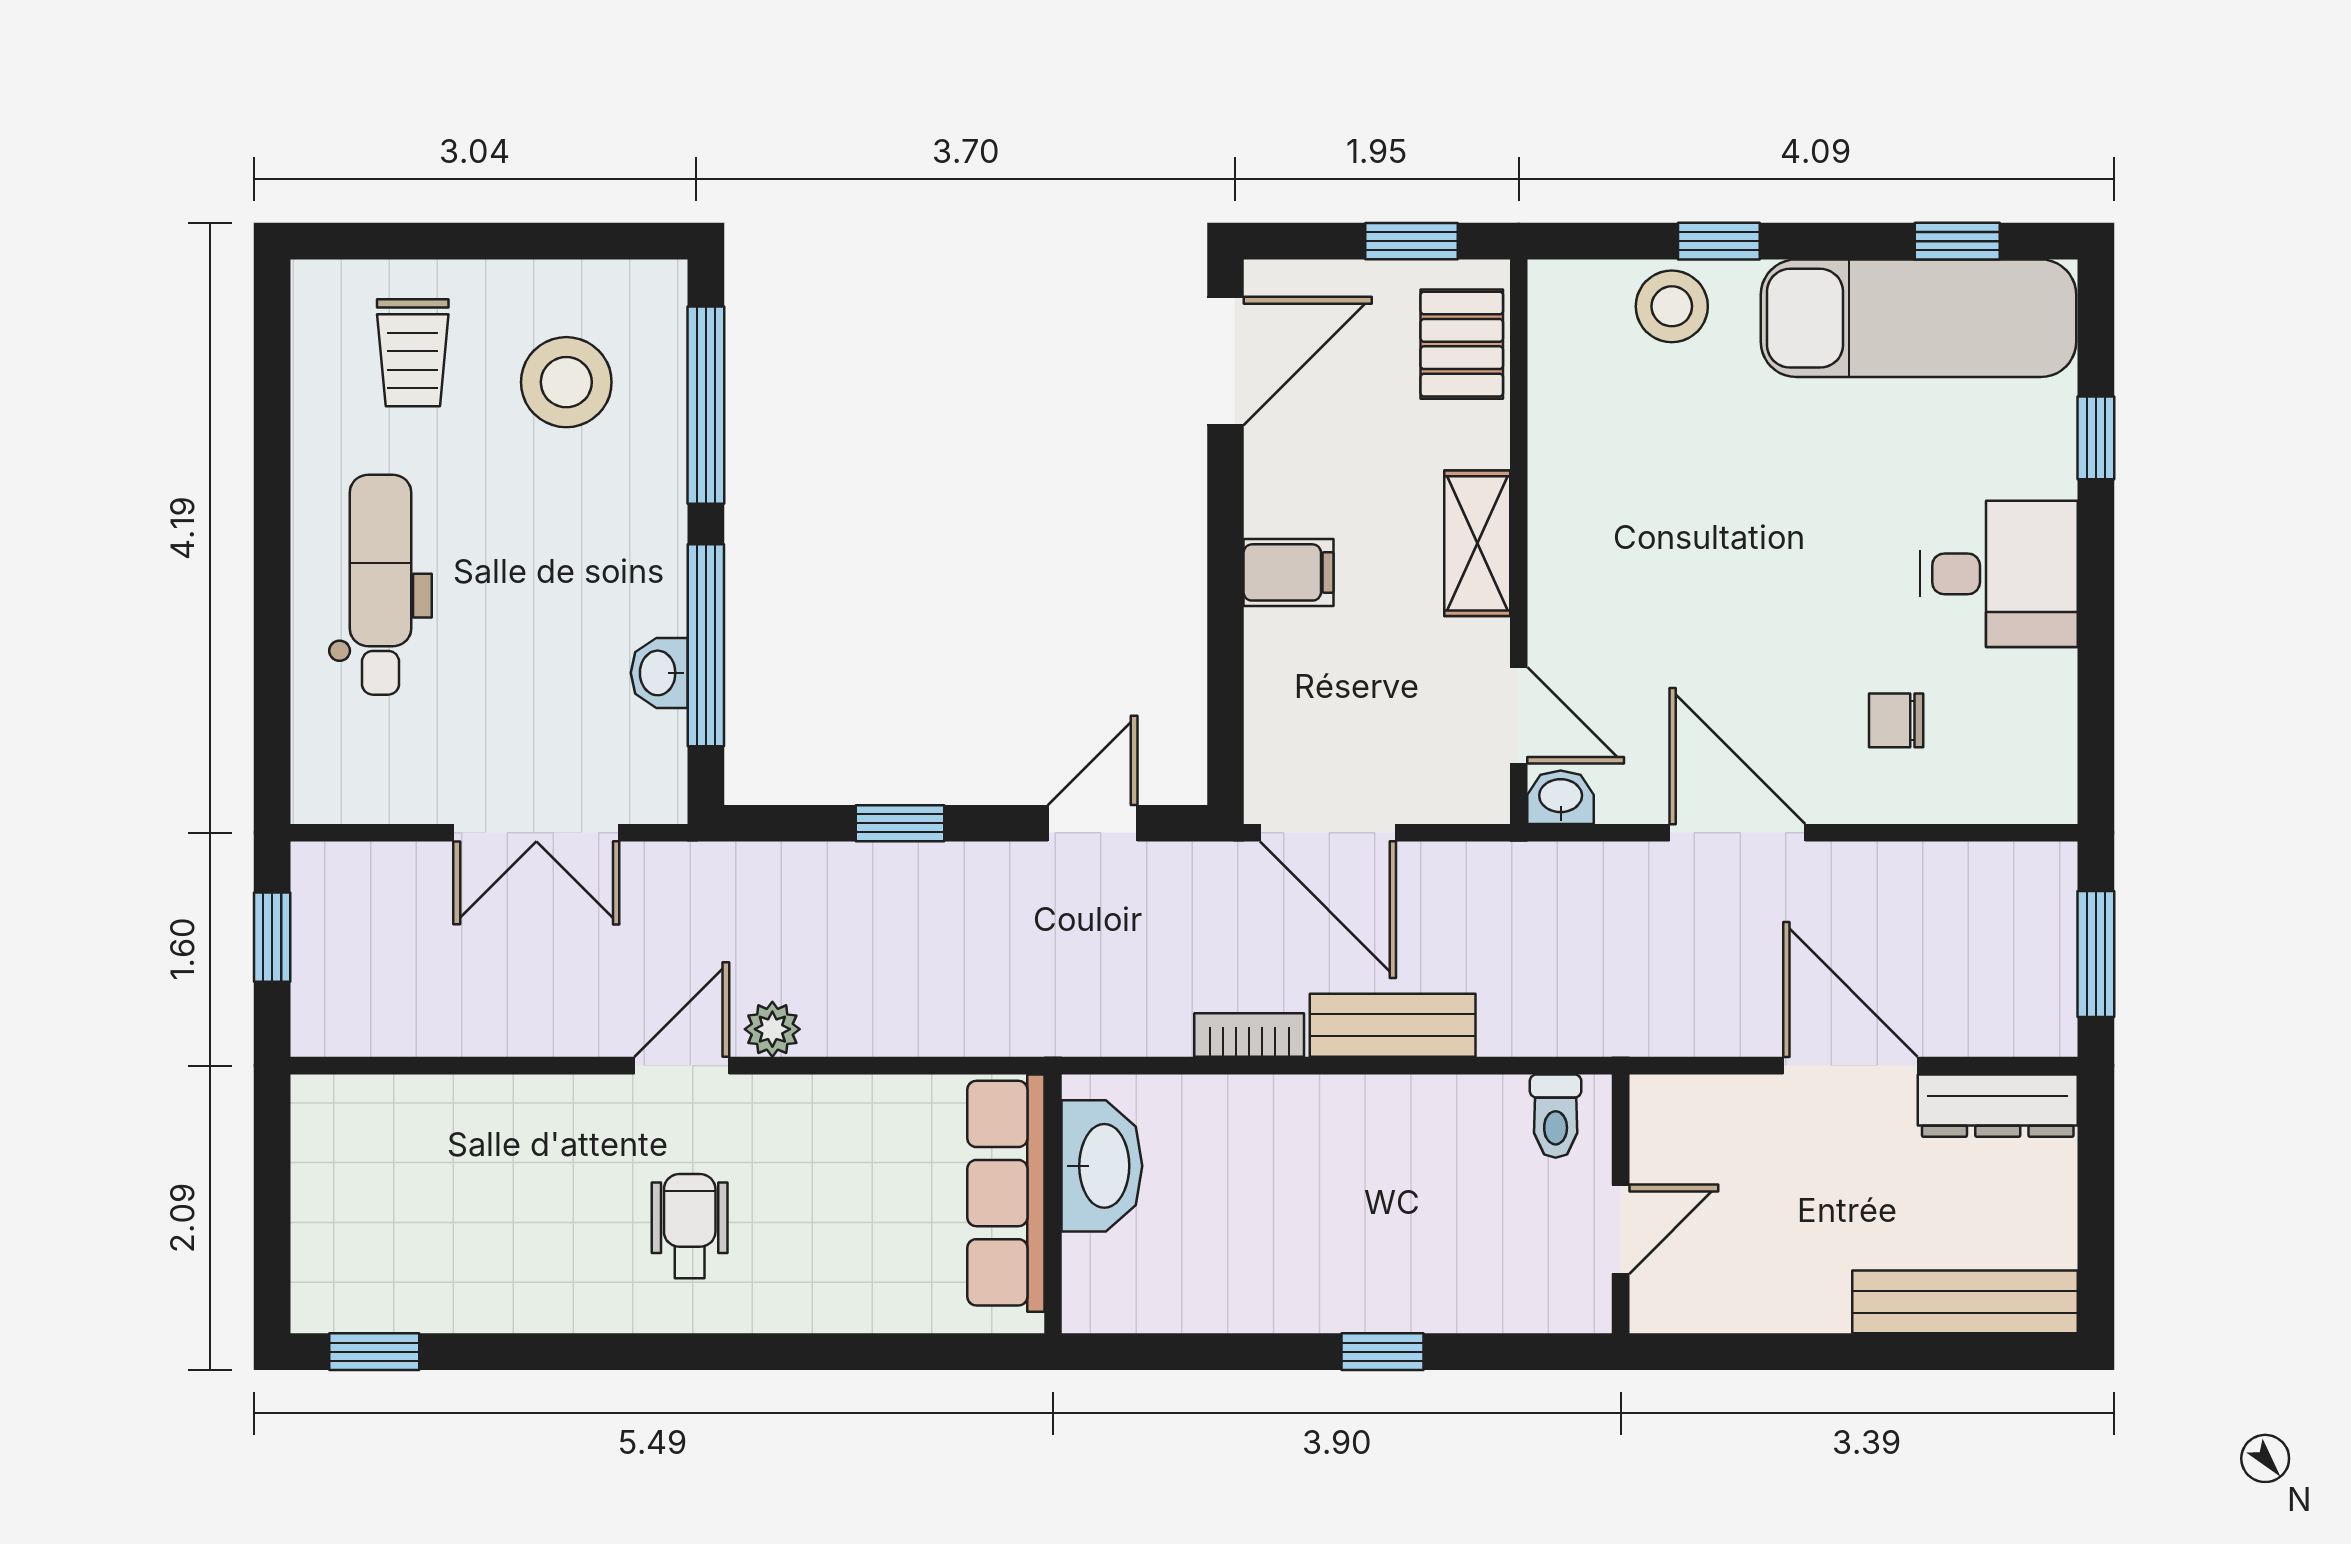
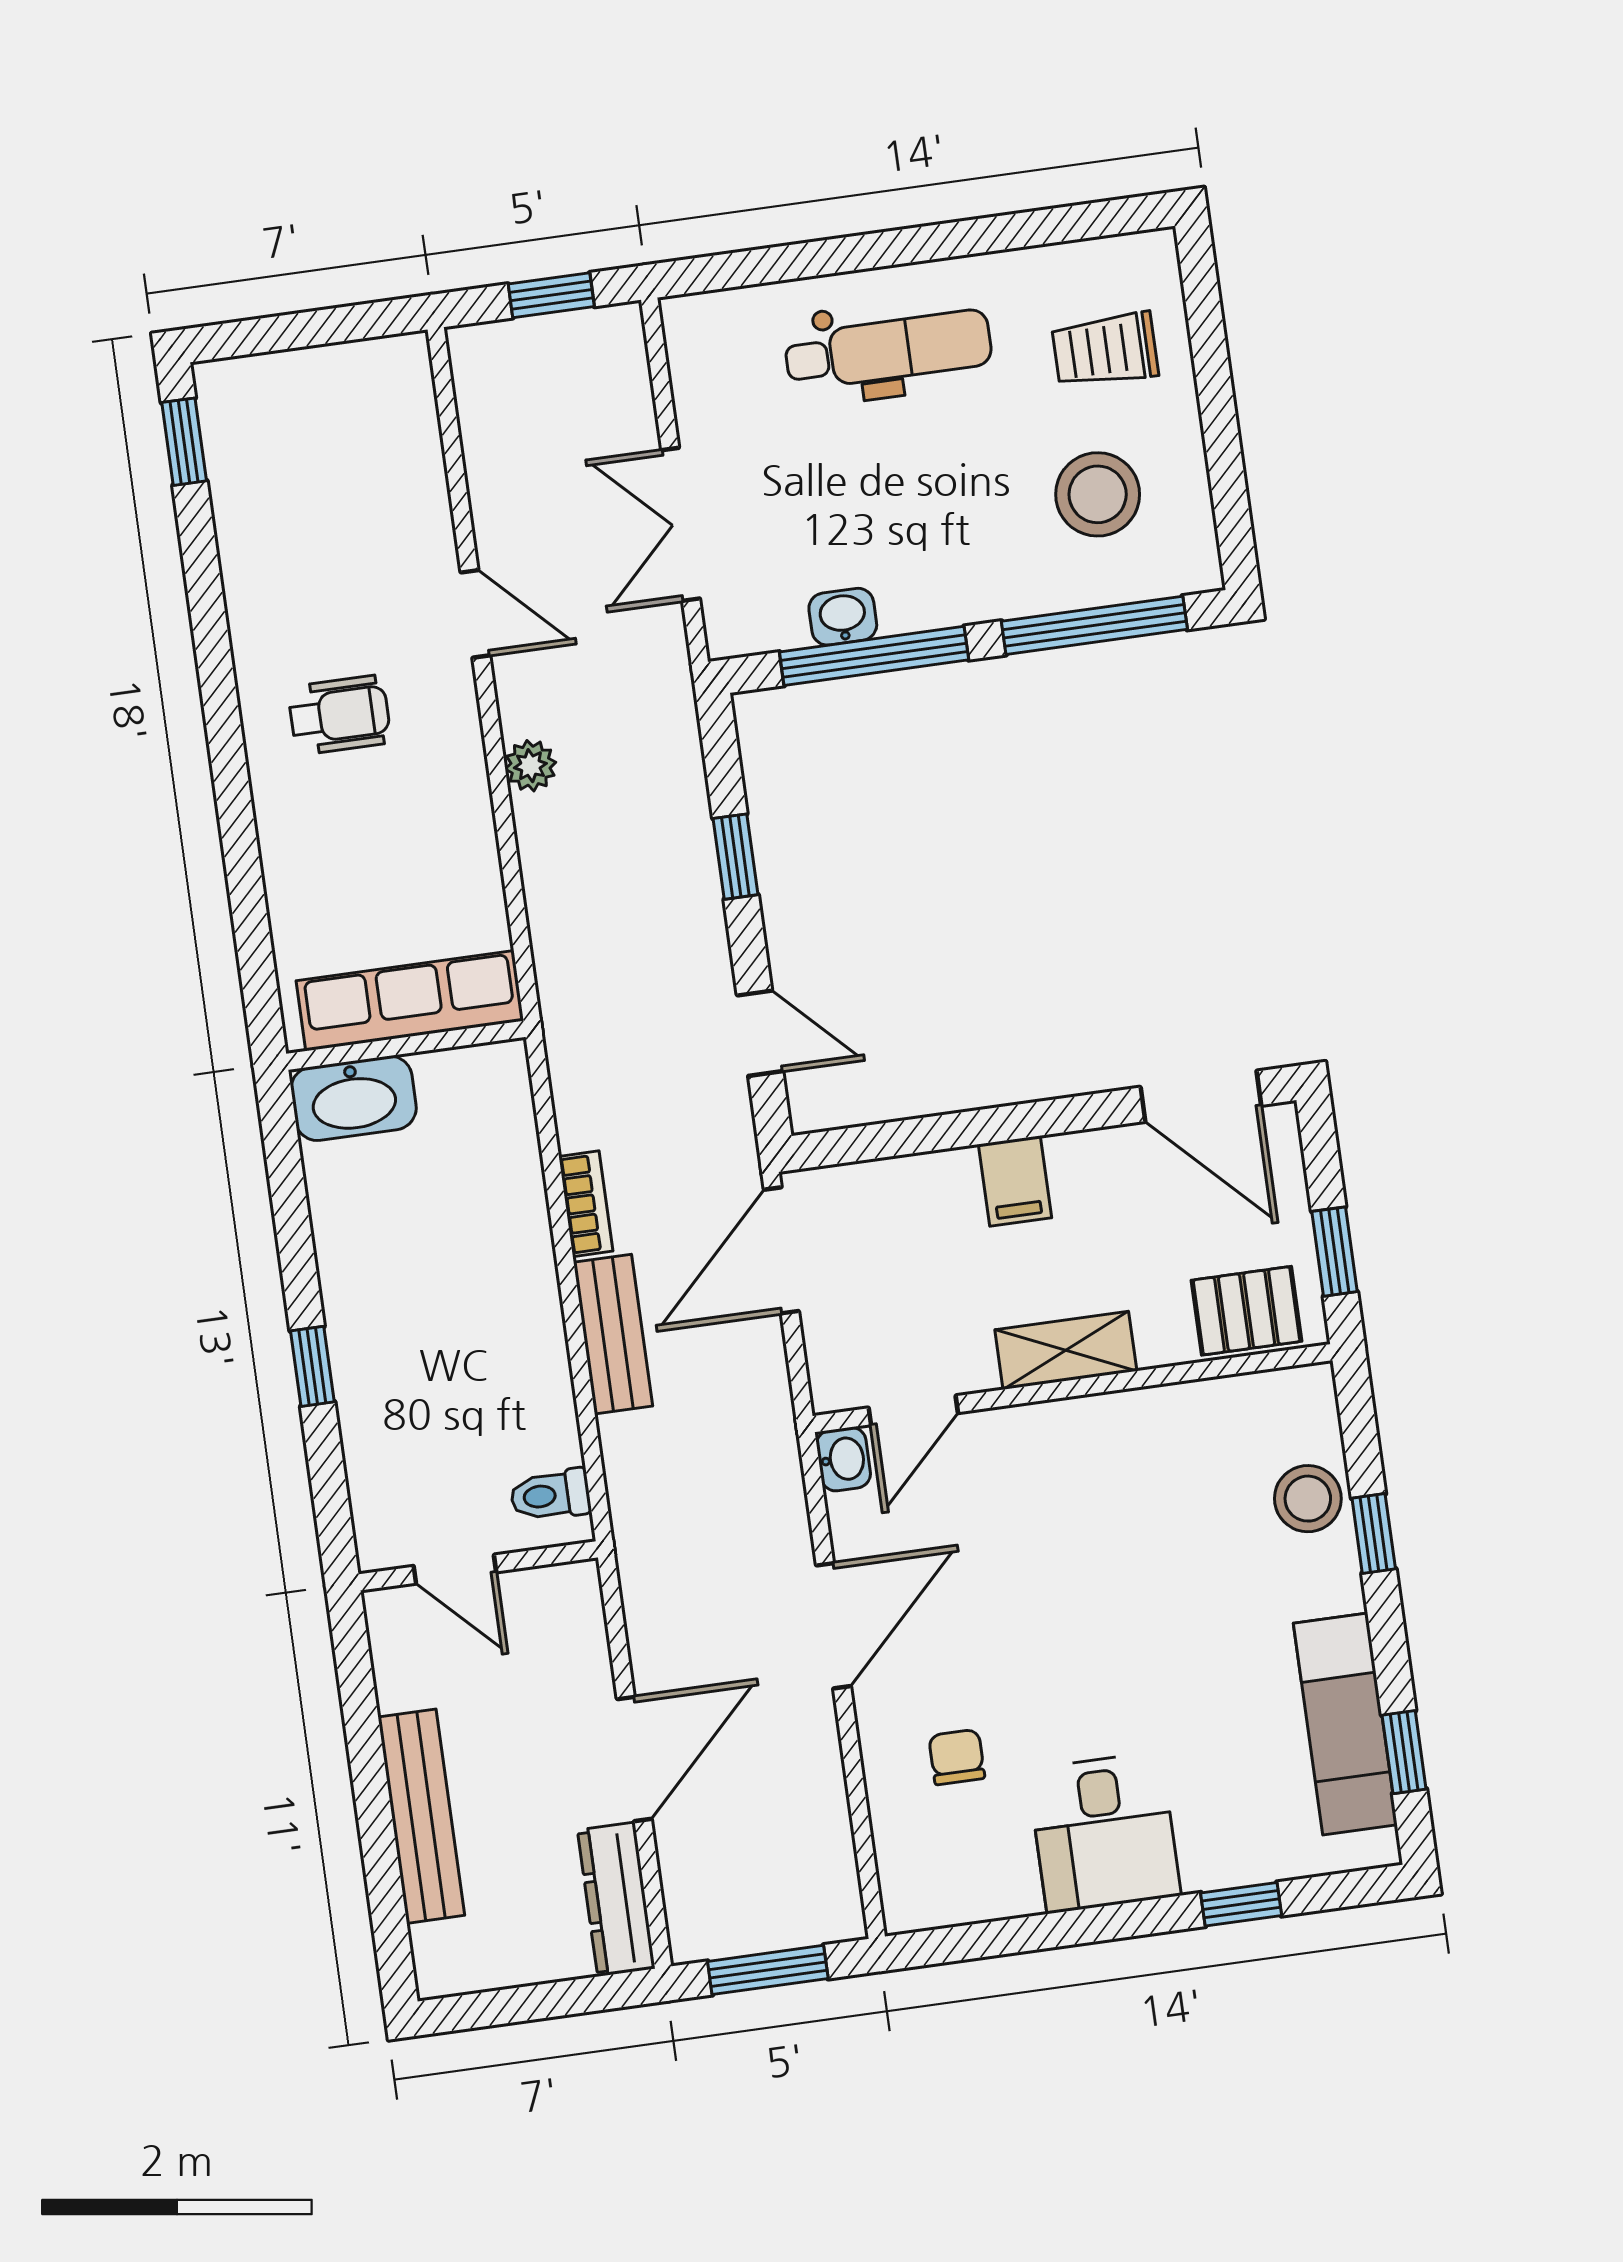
exam couch: (1918, 318) -> (1345, 1724), width x0.73, depth x0.69
door: (682, 1066) -> (475, 614), moved
washbasin: (1102, 1166) -> (354, 1098), moved
bench: (1965, 1302) -> (421, 1816), moved

